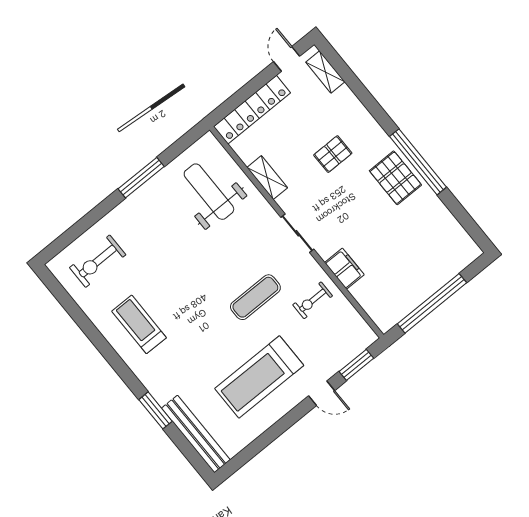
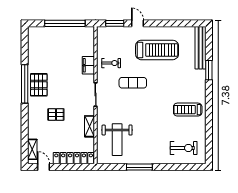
door: (287, 59) -> (43, 167), swing flipped
treadmill: (139, 324) -> (188, 110), turned 90

